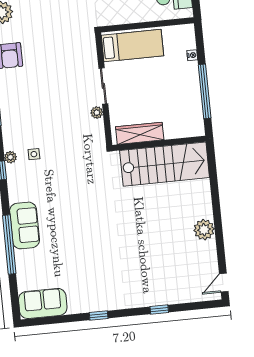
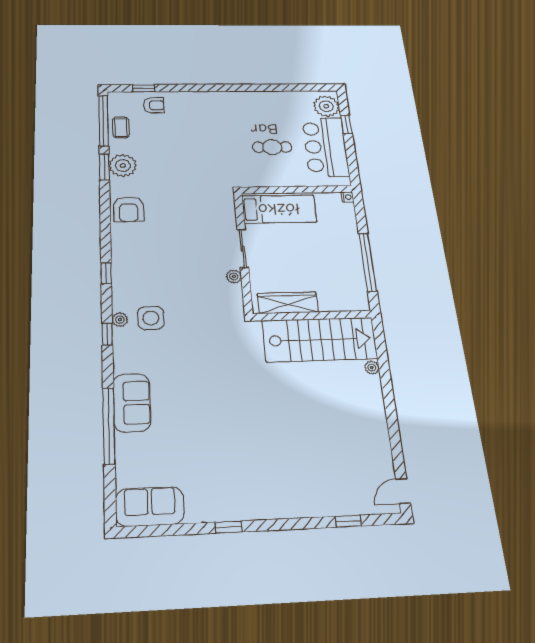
nightstand: (192, 55) -> (347, 197), moved
side table: (34, 154) -> (151, 318), width x1.87, depth x1.87
plant: (204, 230) -> (372, 368), moved, width x0.53, depth x0.53
window: (159, 309) -> (348, 521), moved

